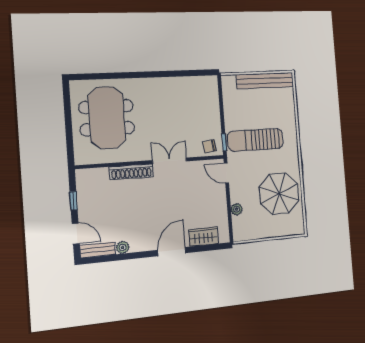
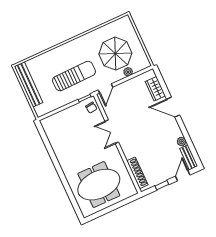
sun lounger: (255, 140) -> (74, 76), turned -91
shoe rack: (131, 172) -> (137, 173), moved
parasol: (279, 194) -> (115, 54), moved

